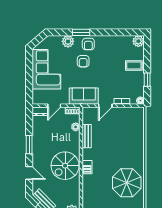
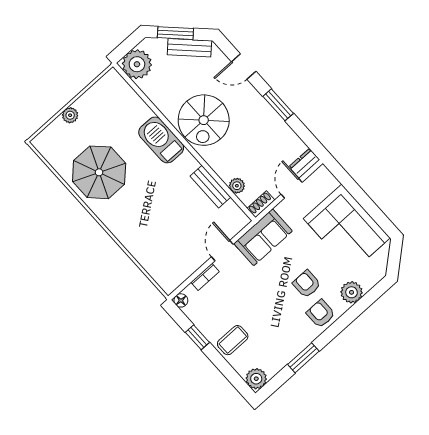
window: (81, 32) -> (303, 358), moved
spiral stairs: (65, 166) -> (204, 120), turned 180
barbecue: (87, 167) -> (161, 140), width x1.88, depth x1.53

